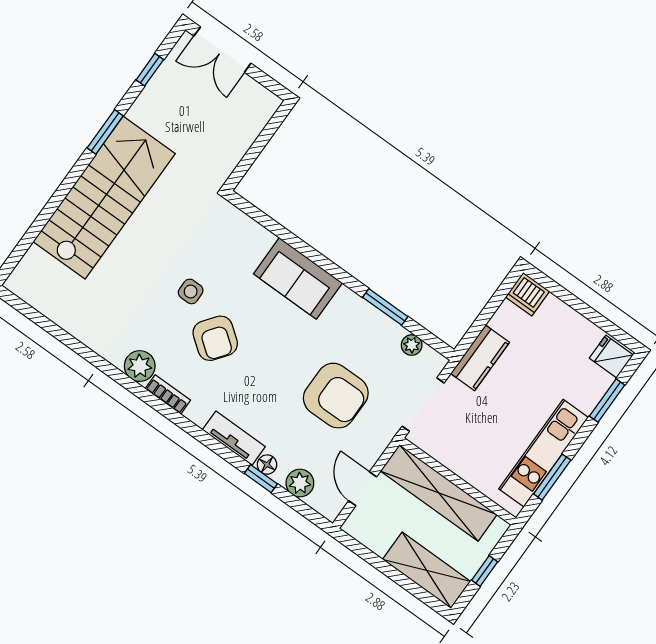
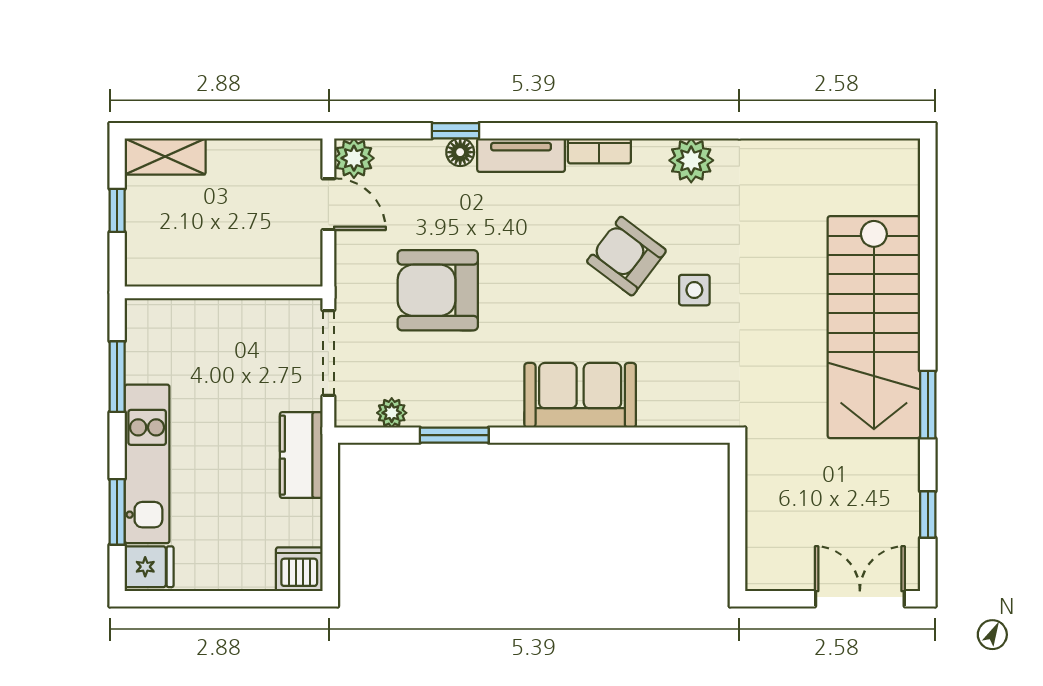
bookcase: (168, 394) -> (599, 151), moved
kitchen unit: (544, 453) -> (147, 464), moved
plant: (300, 483) -> (354, 158), moved
shelving: (439, 493) -> (236, 263), removed
shelving: (427, 570) -> (165, 156), width x0.67, depth x0.75

